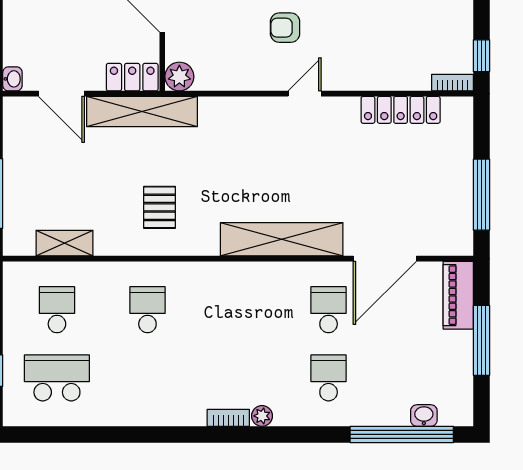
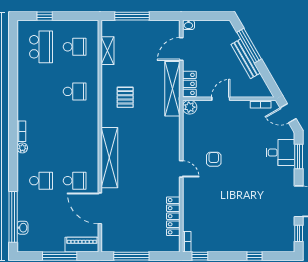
pallet: (160, 207) -> (125, 97), turned 90

